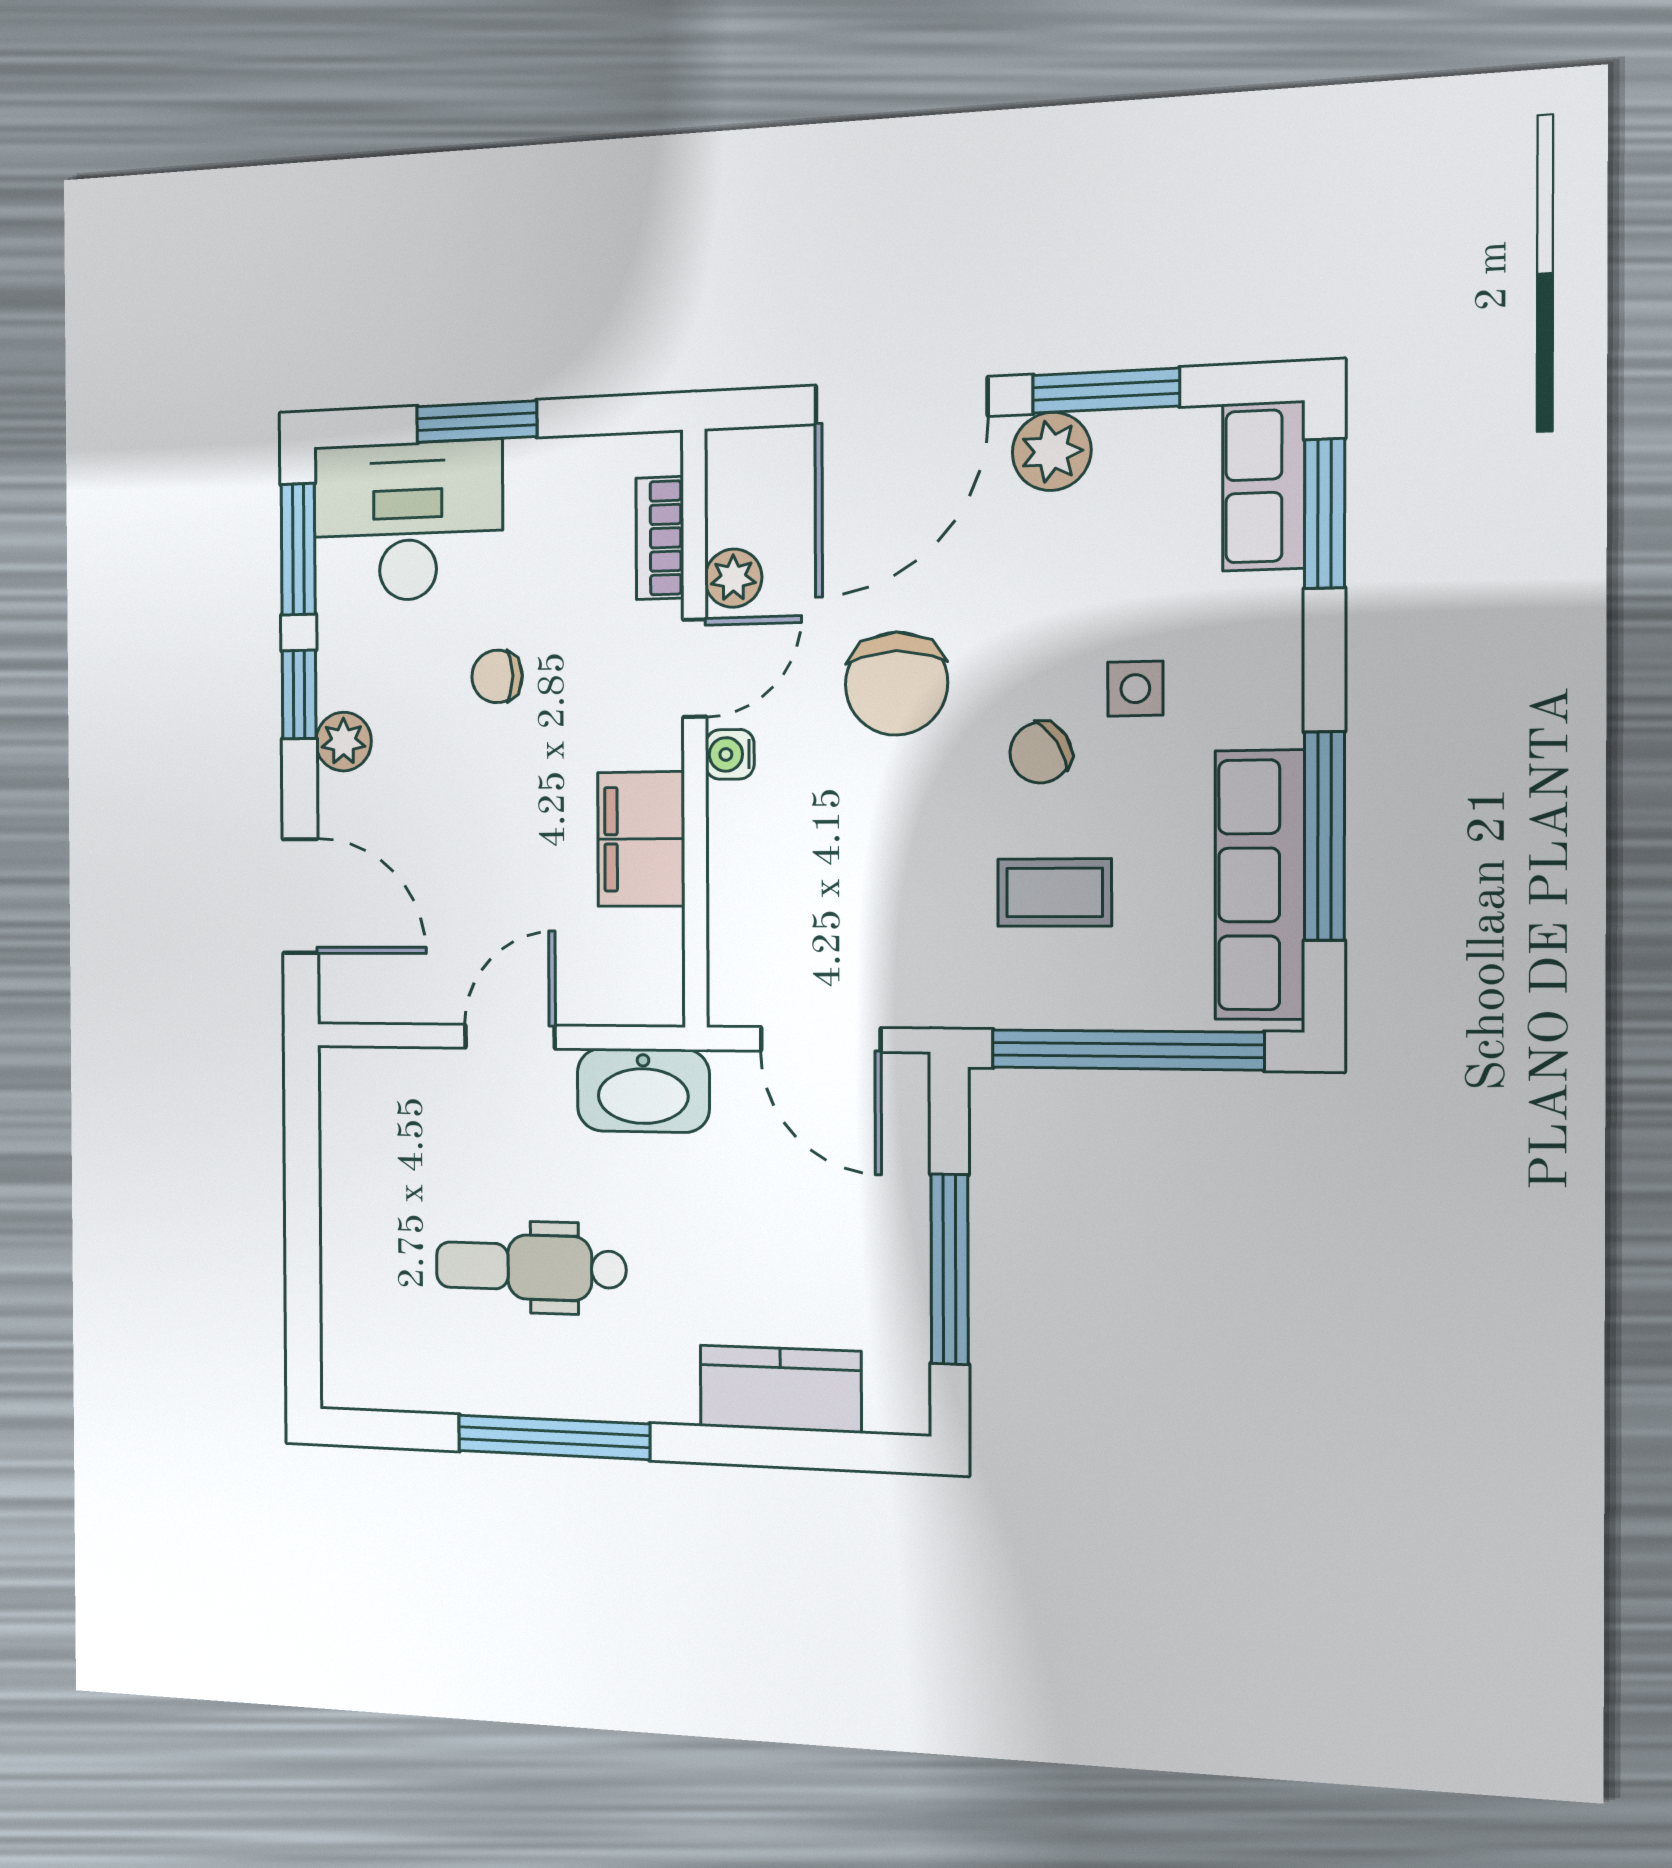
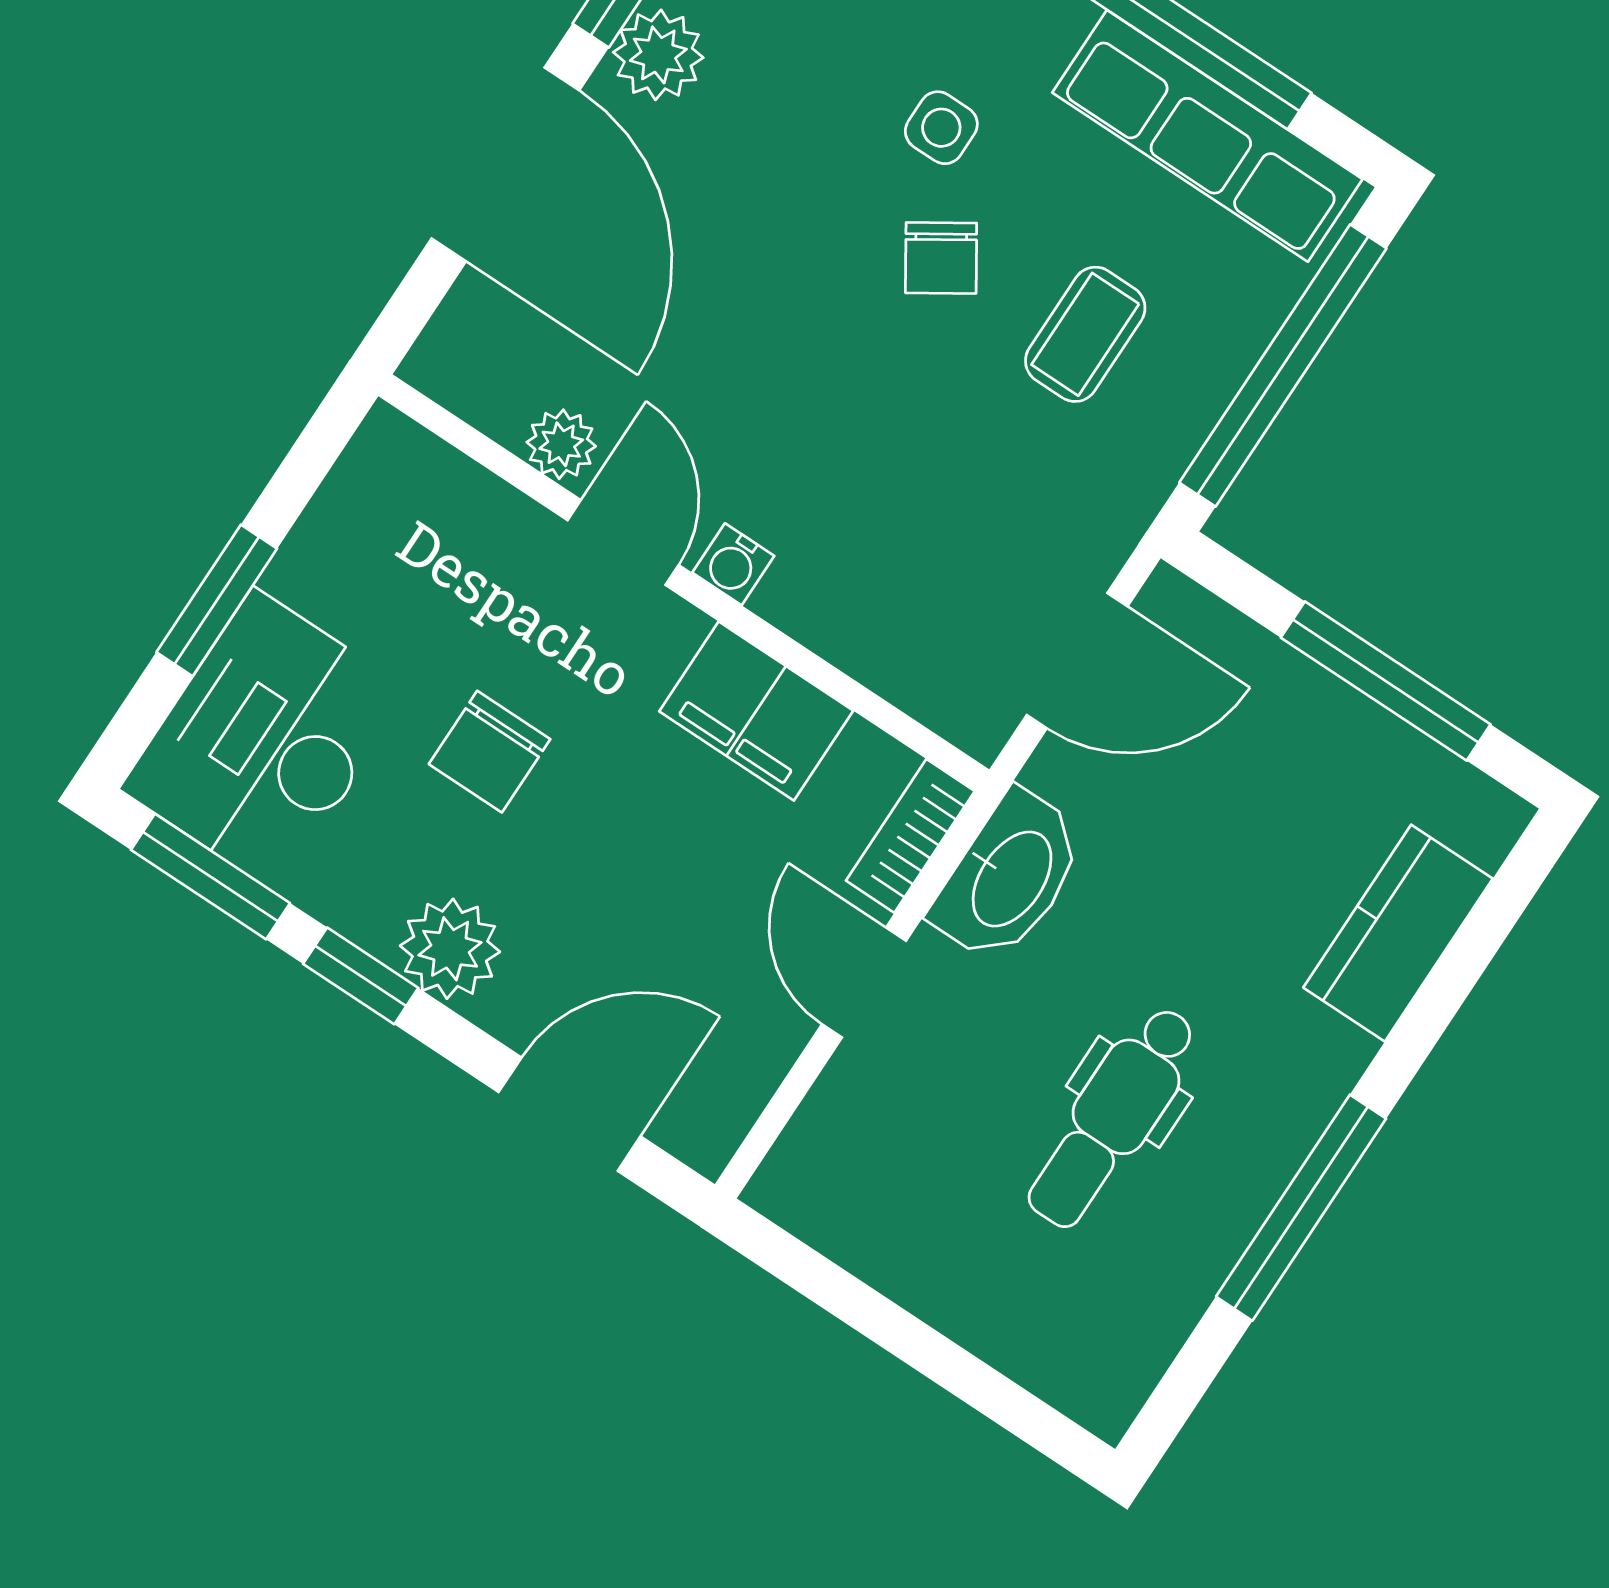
bookcase: (660, 538) -> (910, 836), moved, turned 90
chair: (497, 676) -> (490, 752), width x1.37, depth x1.37
chair: (896, 684) -> (778, 352), removed
plant: (343, 742) -> (450, 949), width x1.38, depth x1.38

